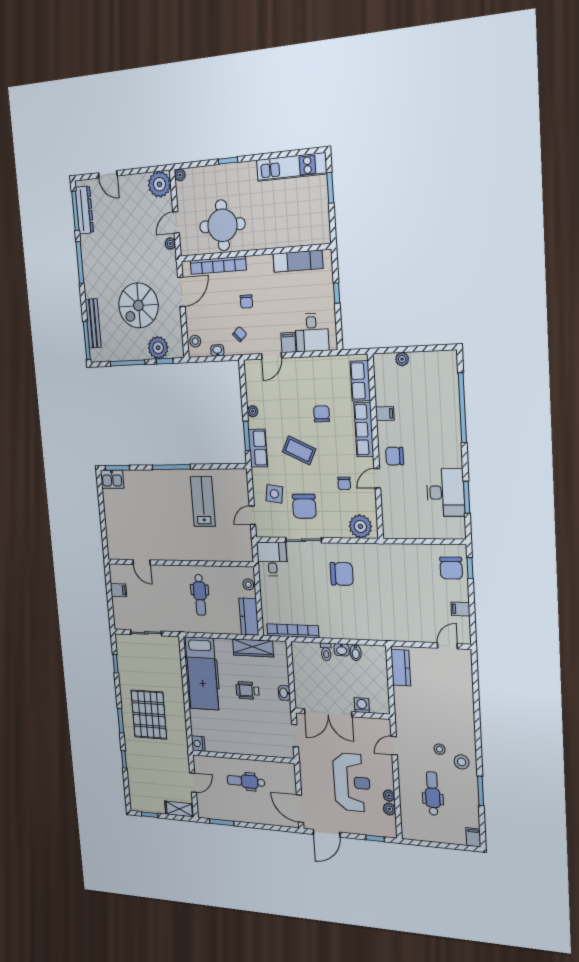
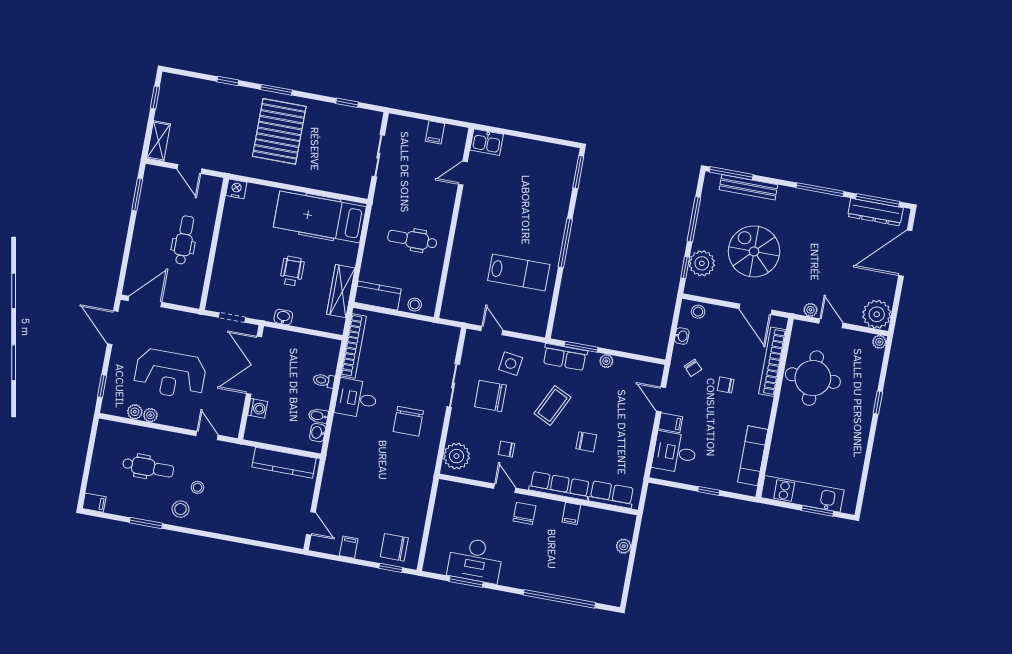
kitchen unit: (291, 167) -> (802, 494), moved, turned 90
door: (108, 174) -> (905, 253), width x1.88
kitchen sink: (112, 479) -> (487, 142), moved, turned -90
desk: (272, 559) -> (356, 398), moved, turned 180
washbasin: (342, 650) -> (318, 433), moved
kitchen counter: (401, 668) -> (284, 463), width x1.50
pallet: (149, 715) -> (279, 131), turned 90

